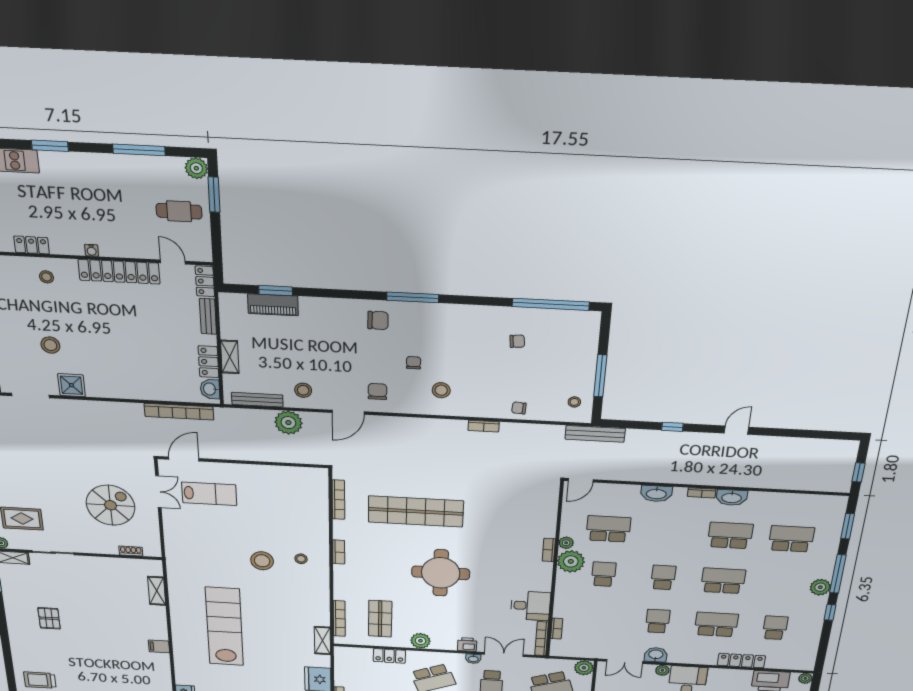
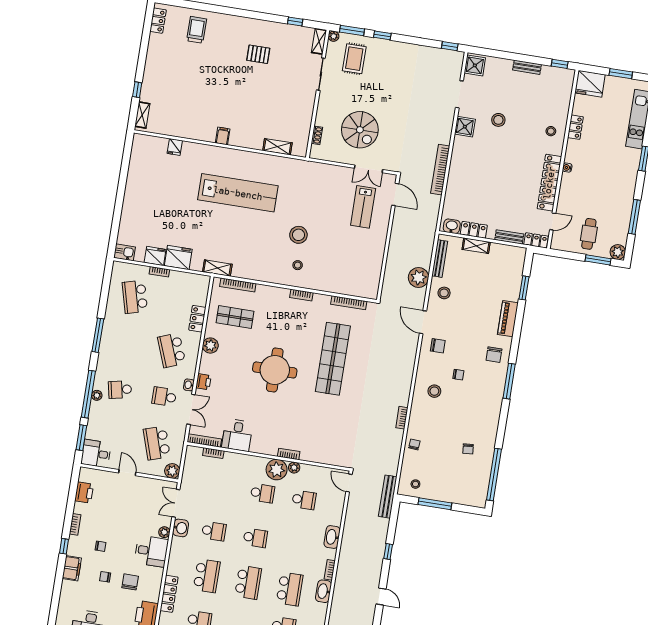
piano: (273, 305) -> (508, 319), moved
bookcase: (179, 412) -> (440, 170), moved
school desk: (608, 529) -> (304, 500), width x0.54

